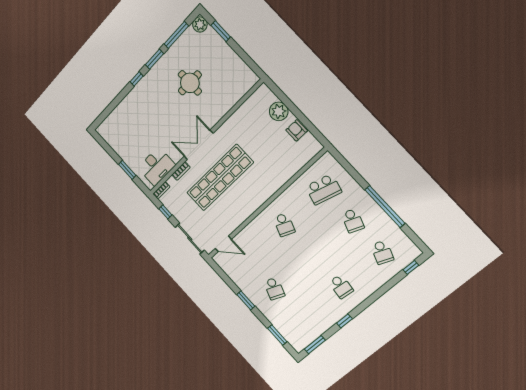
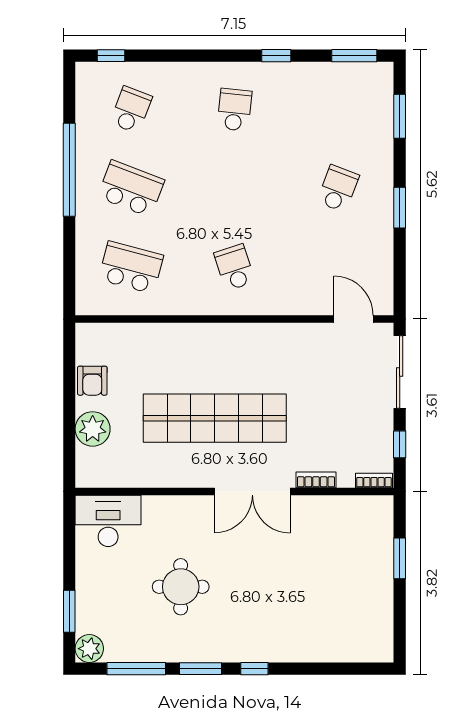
desk: (156, 166) -> (108, 521), moved
shop shelf: (220, 178) -> (215, 418), moved
school desk: (353, 221) -> (131, 189), width x1.85
school desk: (284, 225) -> (234, 267), turned -39

